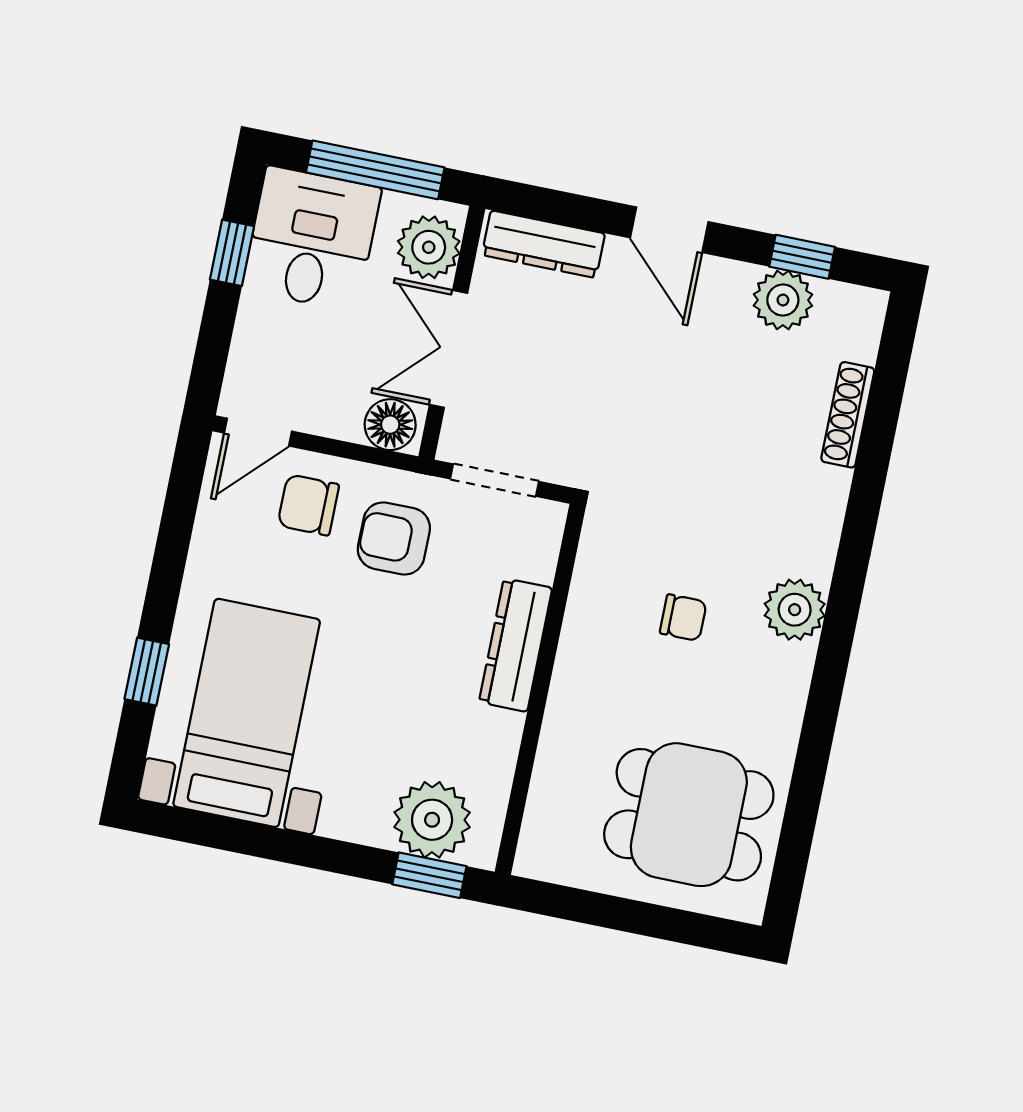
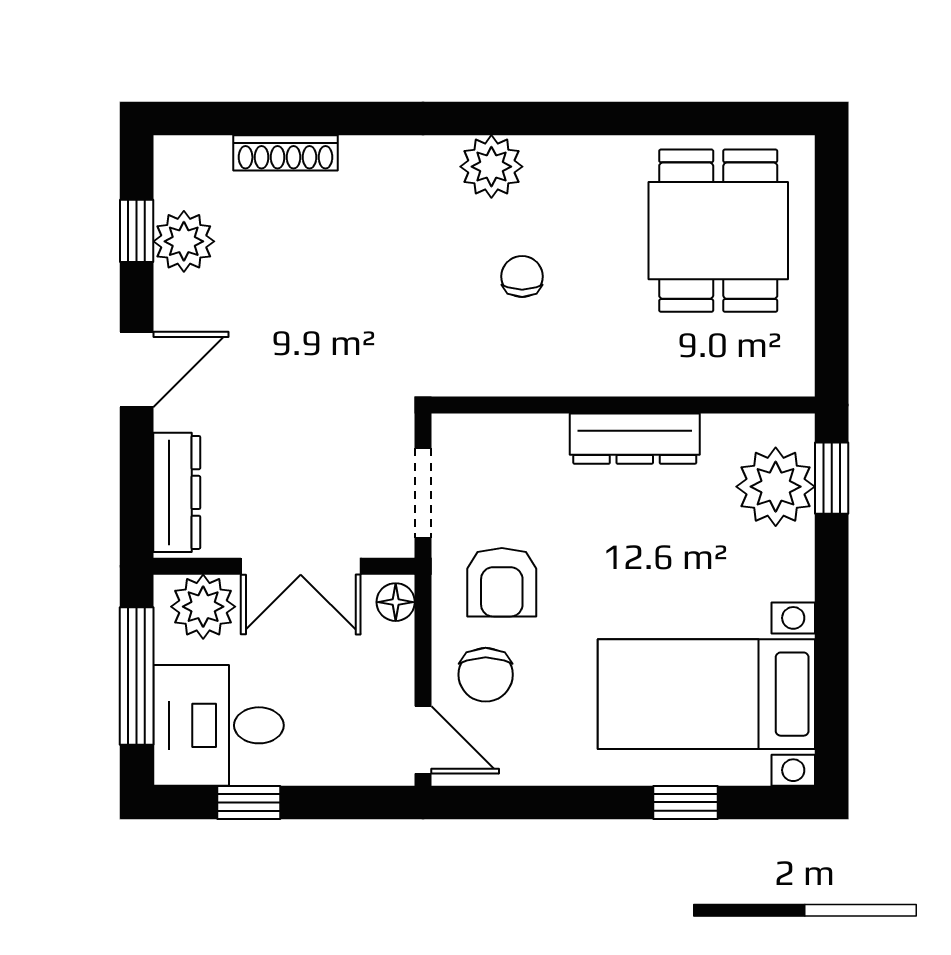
floor lamp: (390, 425) -> (396, 602), width x0.73, depth x0.73
dresser: (516, 645) -> (635, 439), moved

